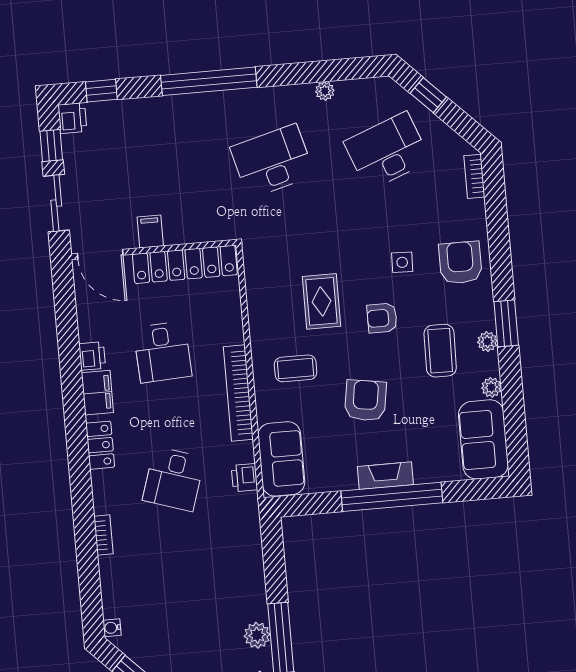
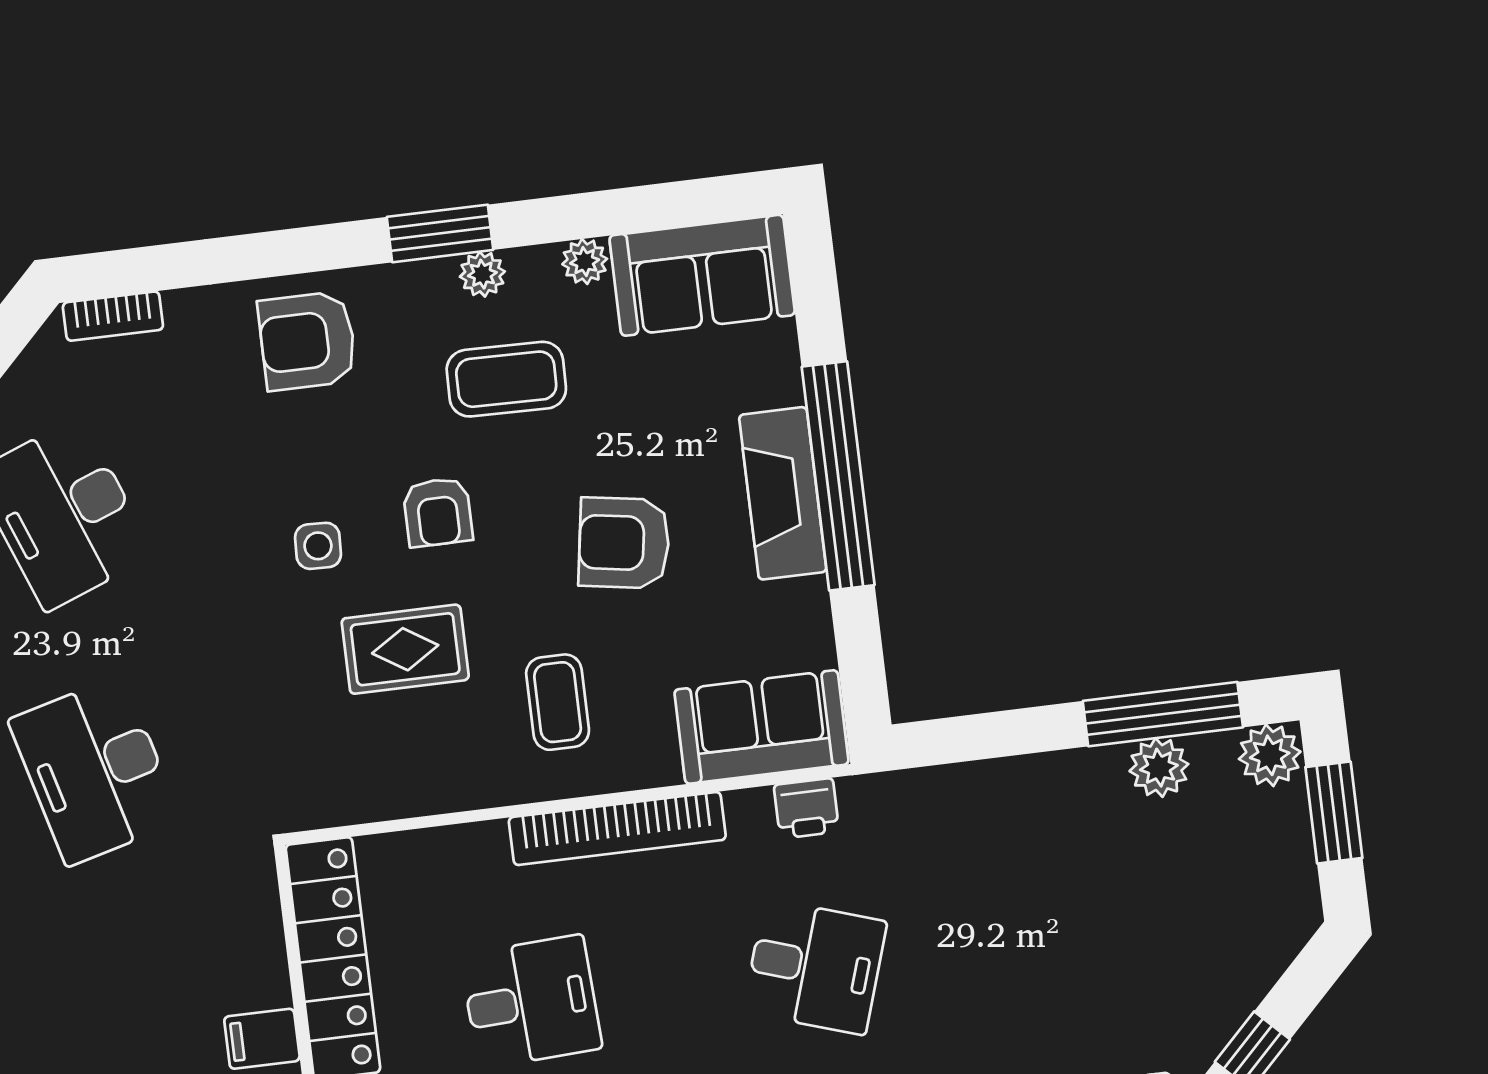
side table: (402, 262) -> (318, 546), moved
fireplace: (385, 476) -> (783, 493), width x1.37, depth x1.32

